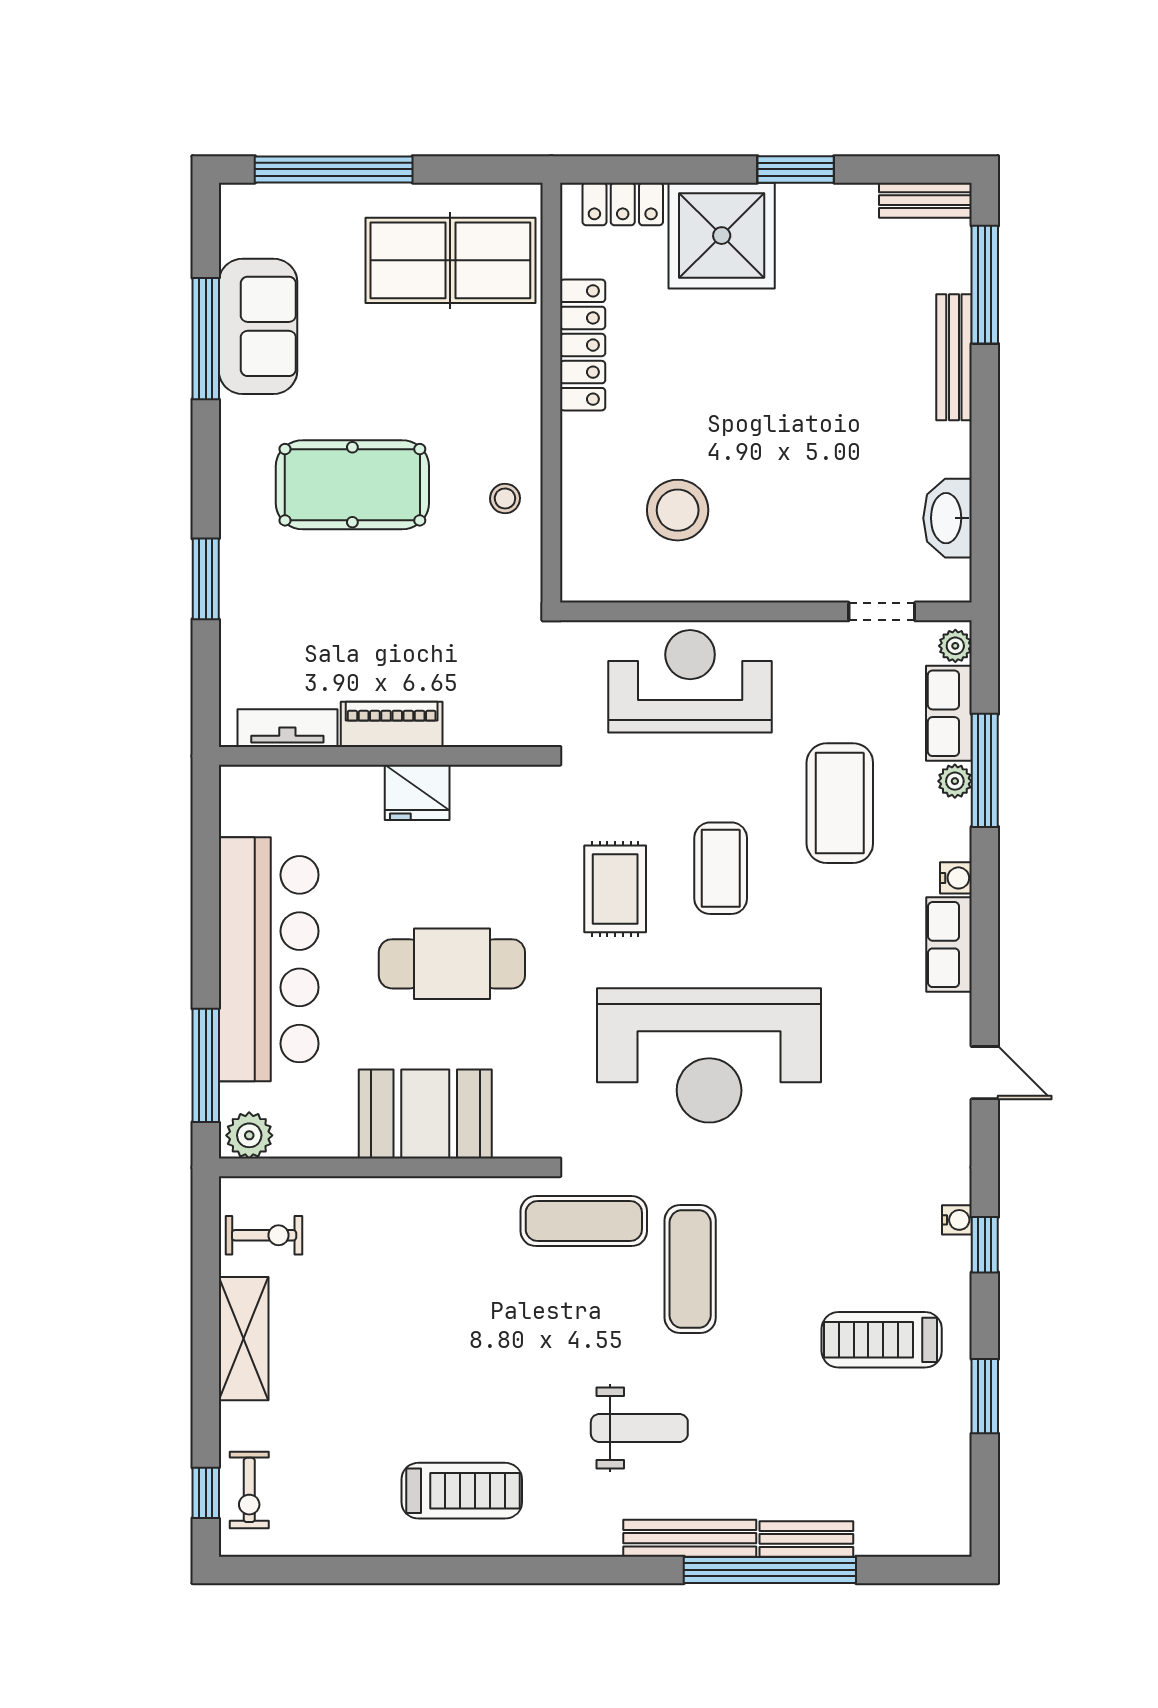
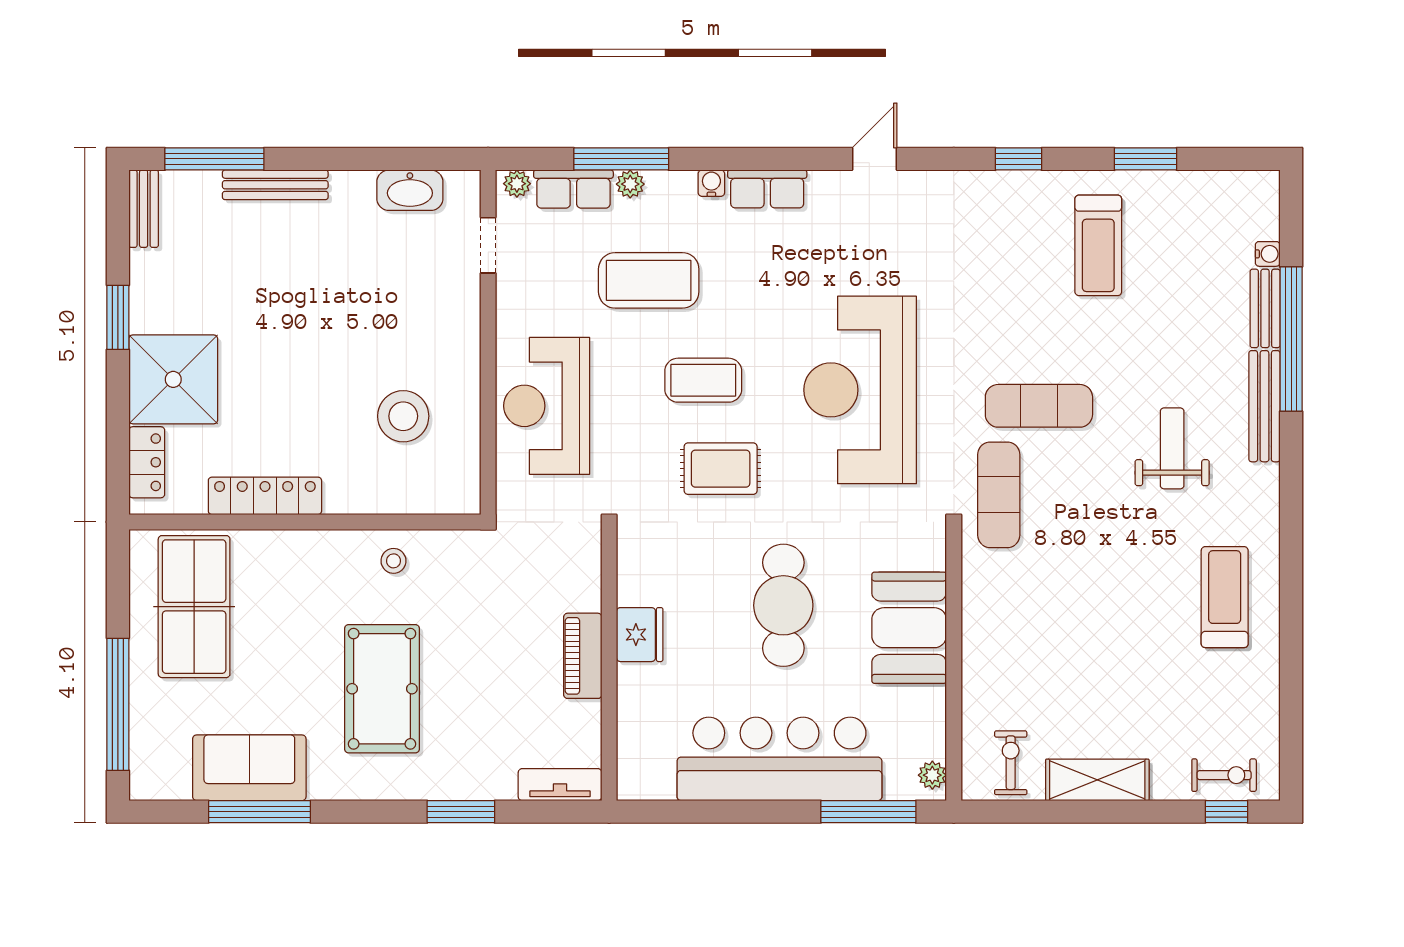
tv unit: (287, 728) -> (560, 785), moved, turned 90
reception desk: (709, 1055) -> (860, 390), turned 180
plant: (249, 1135) -> (932, 775), width x0.73, depth x0.73
water cooler: (957, 1220) -> (1268, 254), moved, turned 90

